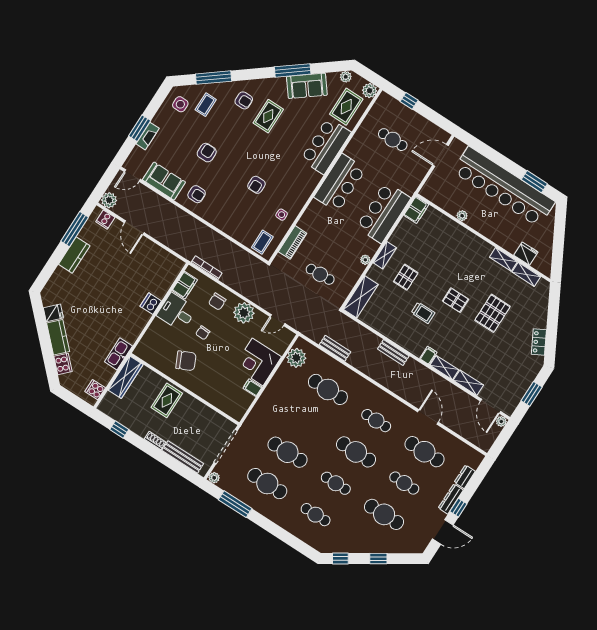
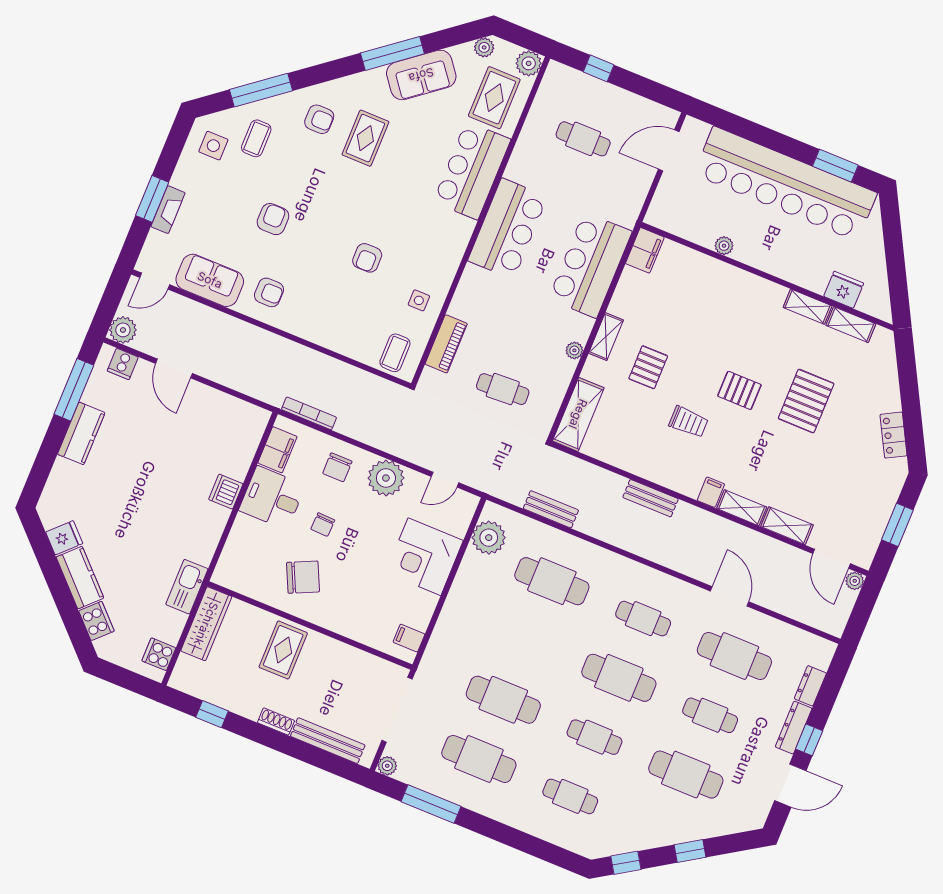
filing cabinet: (252, 388) -> (409, 638), moved

